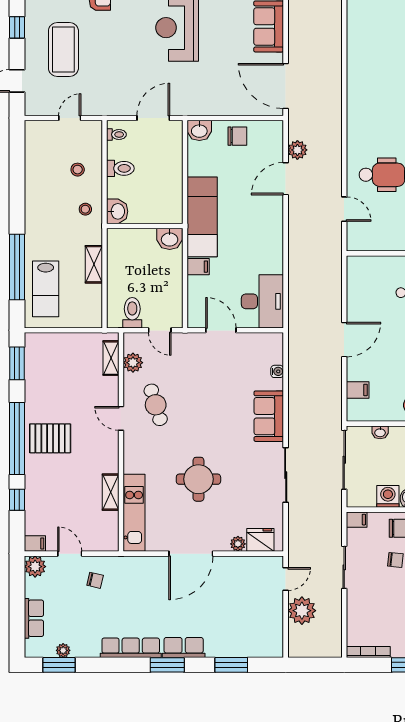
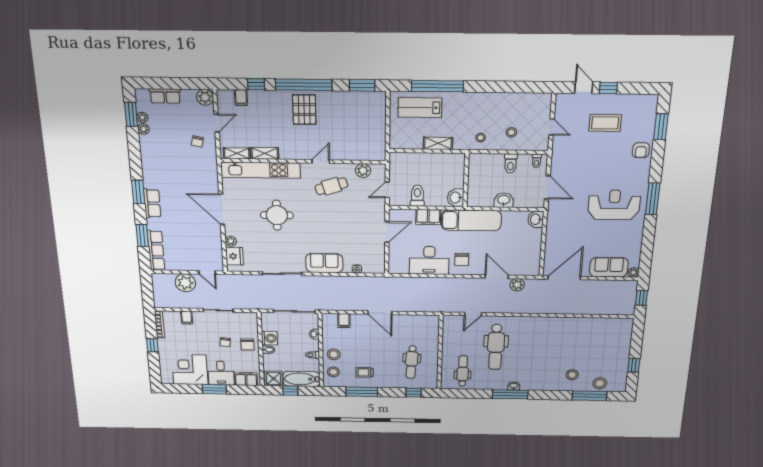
window: (17, 27) -> (608, 88), moved
coffee table: (63, 50) -> (605, 123), width x0.73, depth x0.76
chair: (237, 136) -> (462, 259), moved
washbasin: (117, 211) -> (504, 200), moved, turned 180
filing cabinet: (198, 267) -> (428, 217), width x2.00
desk: (262, 301) -> (429, 260), moved
toilet: (132, 313) -> (417, 196), moved, turned -90
shelving: (111, 358) -> (237, 153), moved
kitchen unit: (134, 513) -> (261, 170), width x1.36
filing cabinet: (357, 520) -> (187, 318), moved
filing cabinet: (35, 543) -> (241, 98), moved
row of seats: (131, 648) -> (156, 250), moved
plant: (79, 650) -> (143, 129), added

